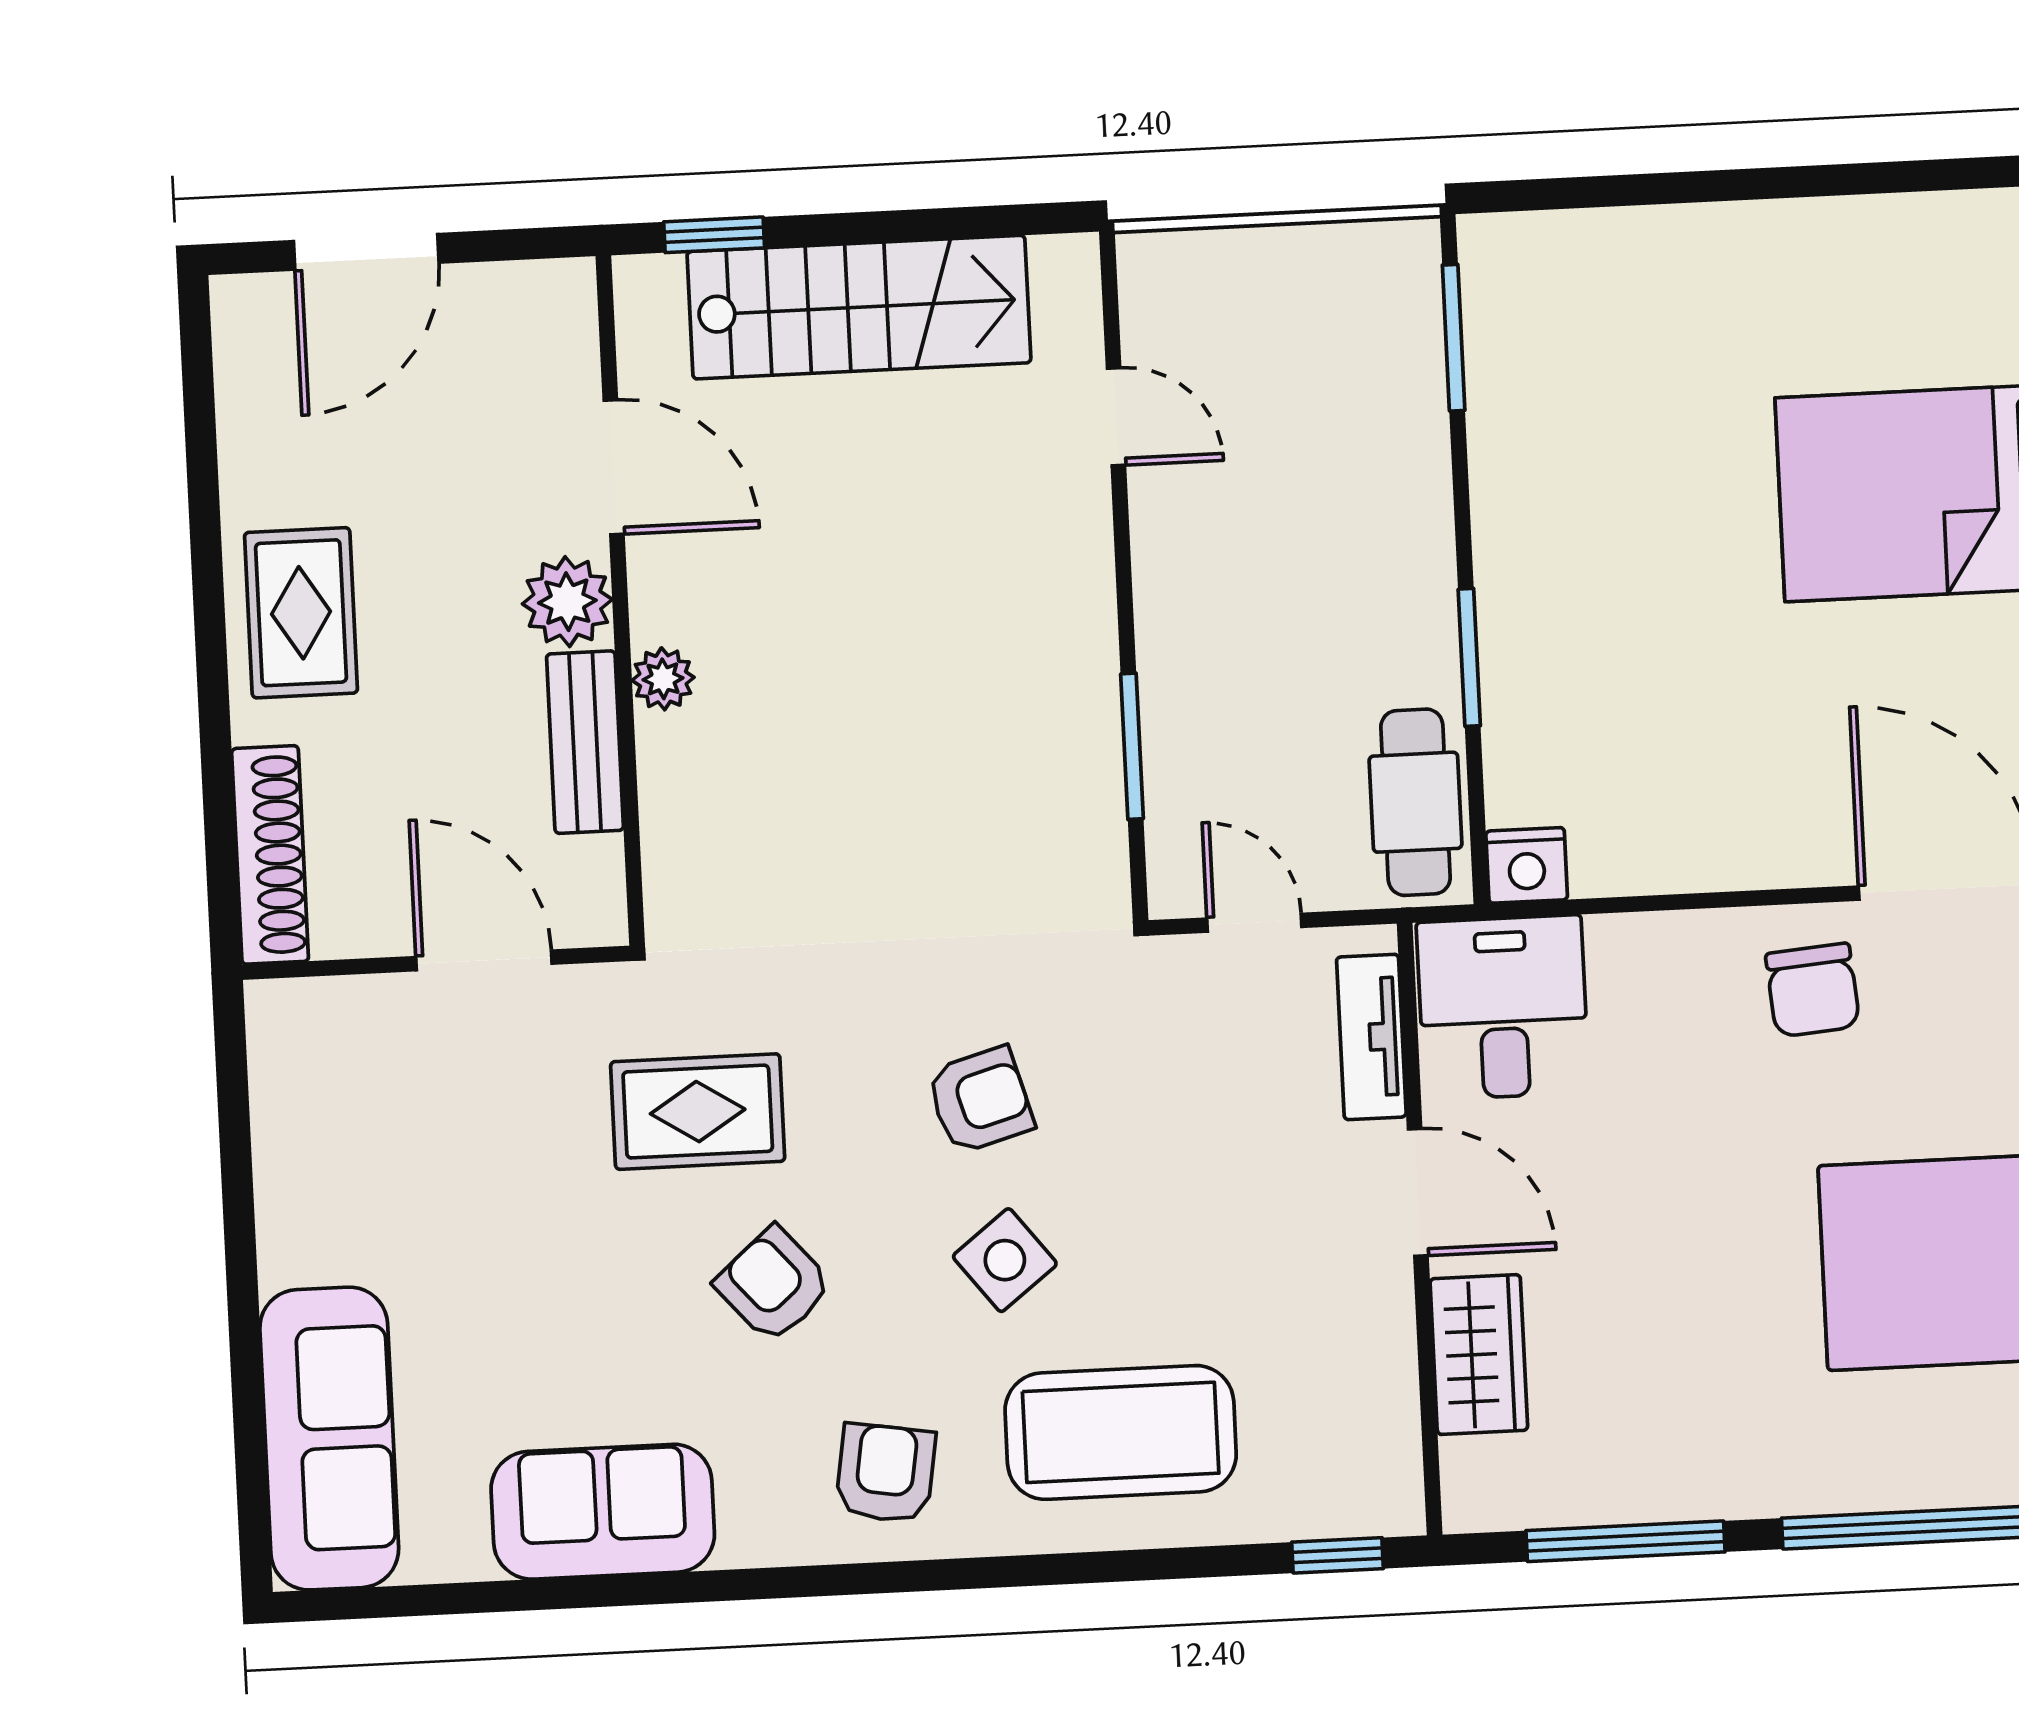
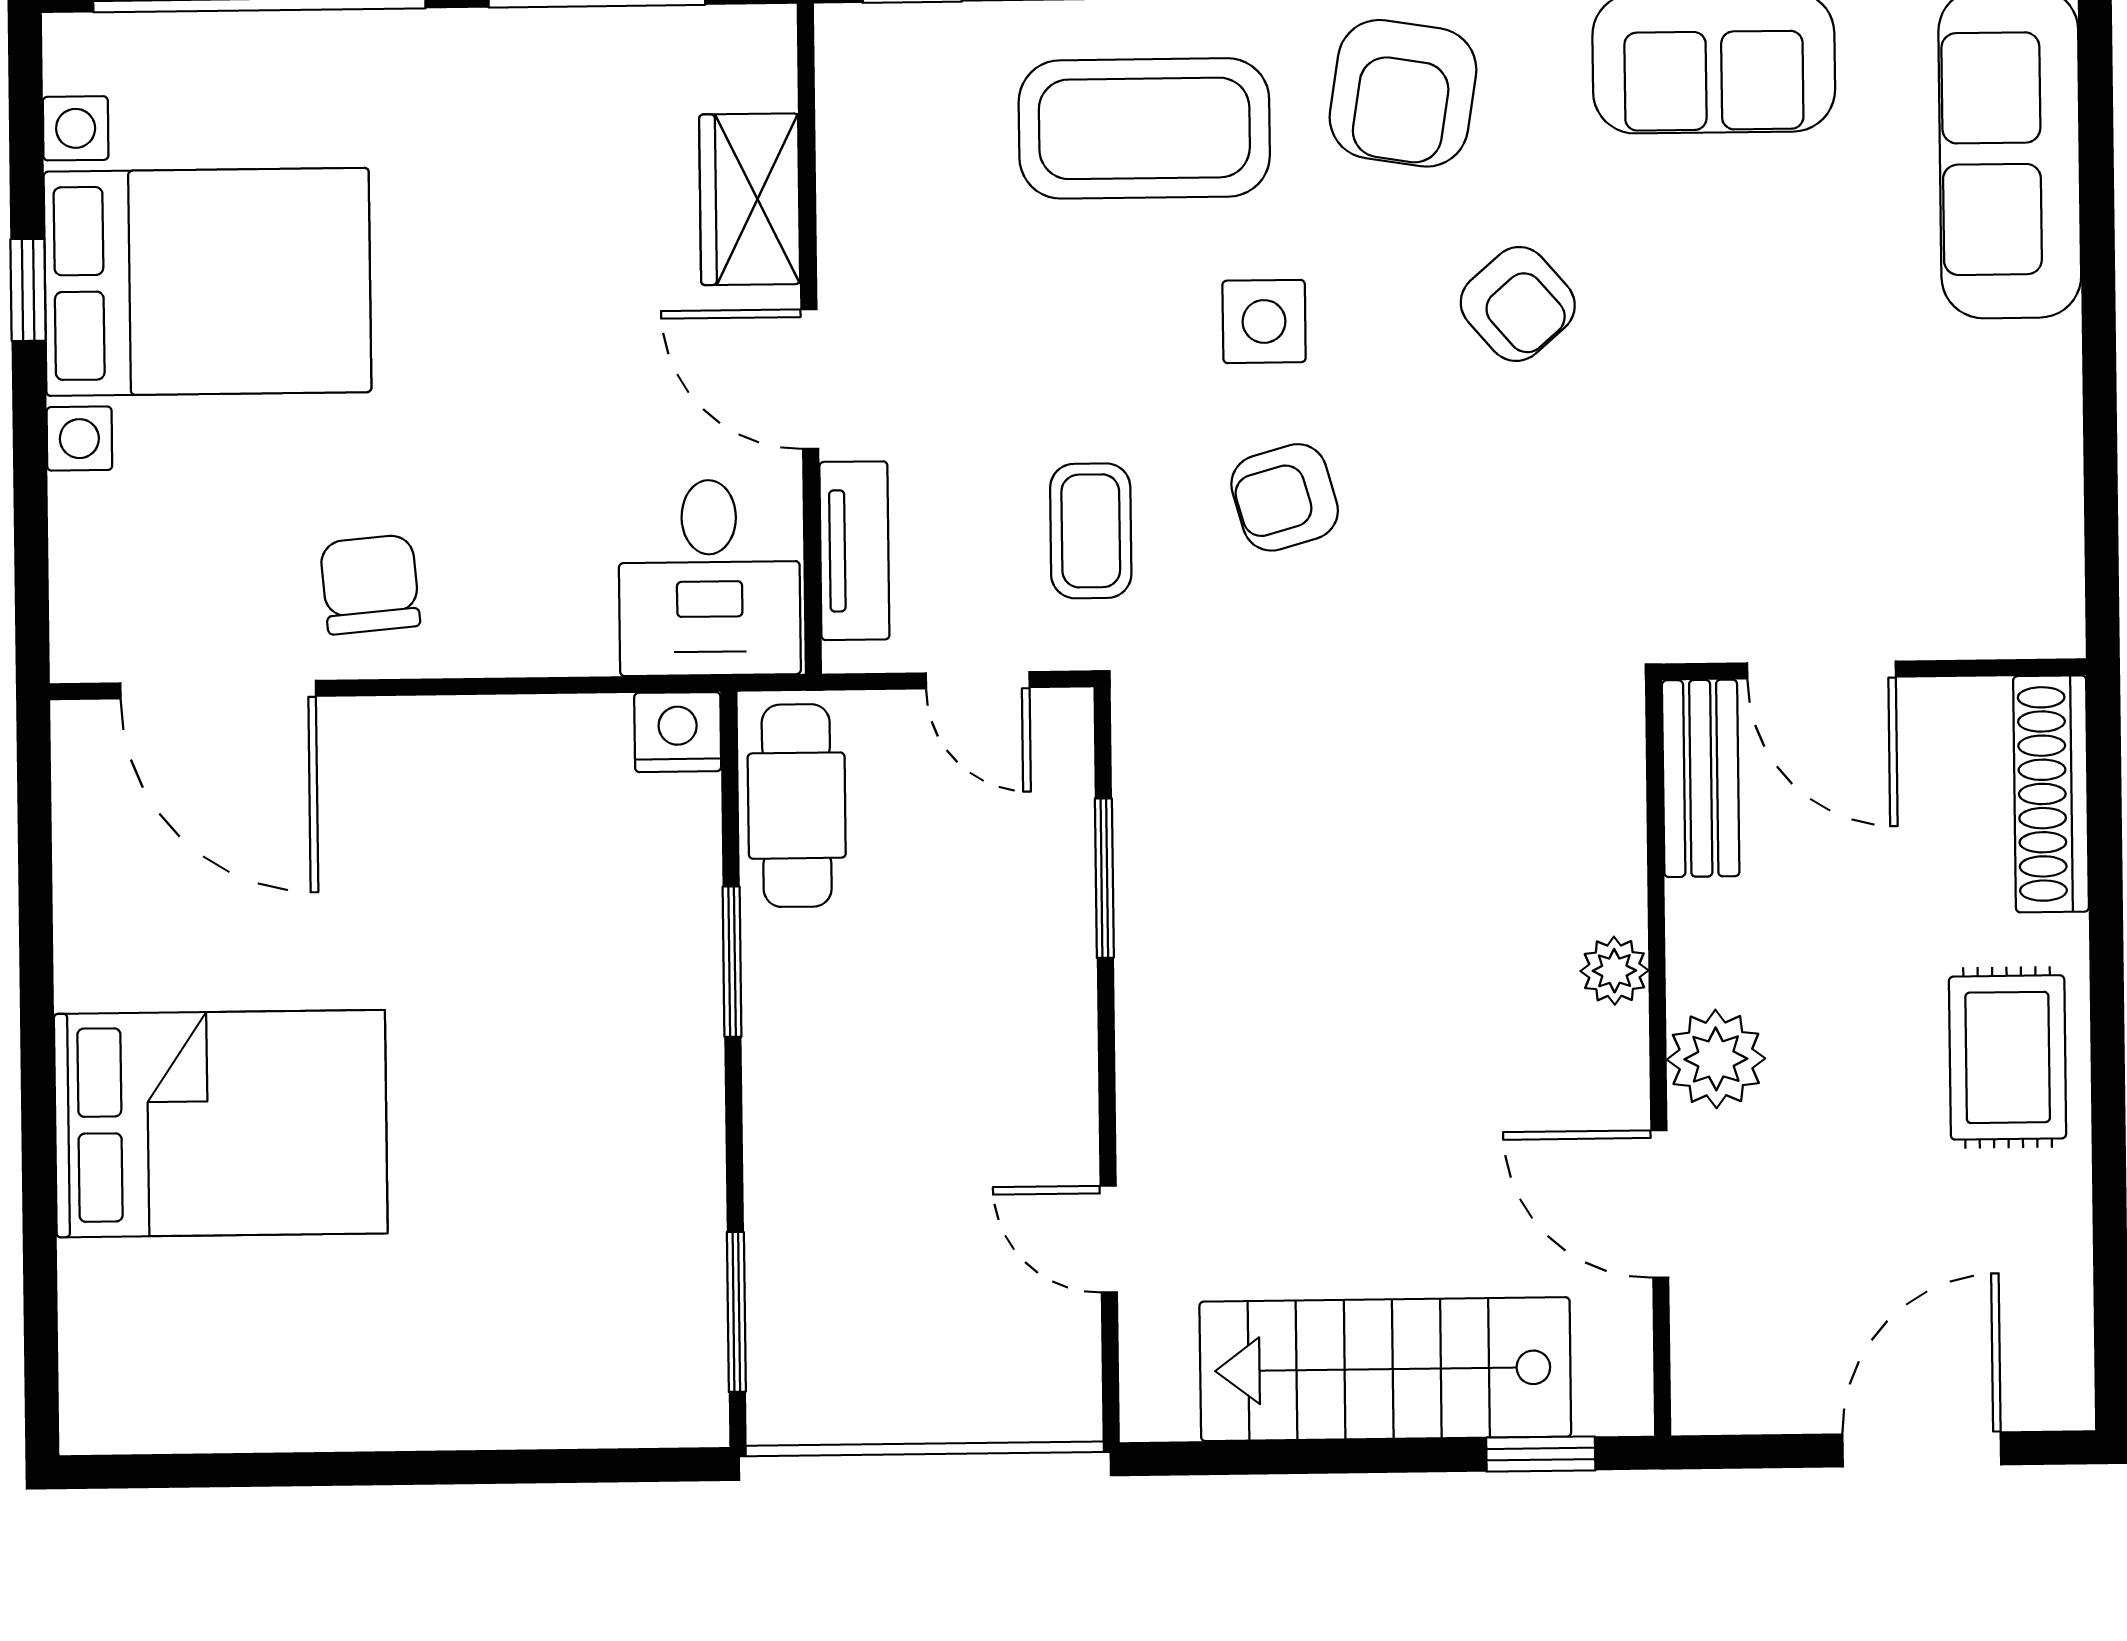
bench: (585, 742) -> (1701, 778), moved
coffee table: (1156, 1063) -> (1091, 531), added
rug: (698, 1112) -> (1594, 496), removed
side table: (1005, 1260) -> (1264, 321), turned 38
armchair: (886, 1473) -> (1403, 93), width x1.38, depth x1.38

